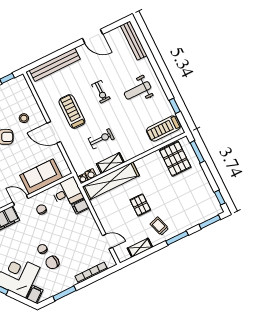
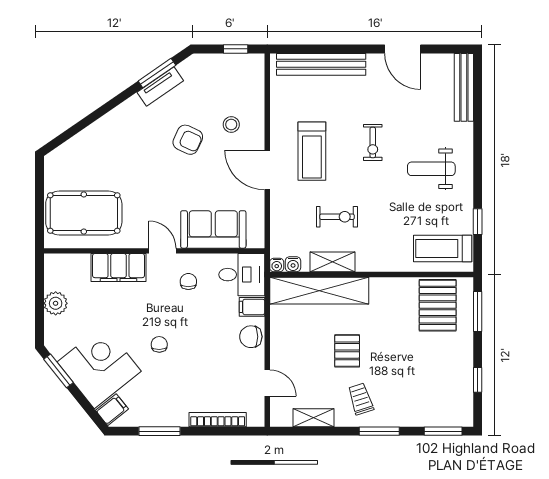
treadmill: (72, 112) -> (312, 151), turned 180
window: (220, 198) -> (478, 380), moved
chair: (52, 262) -> (251, 337), moved

